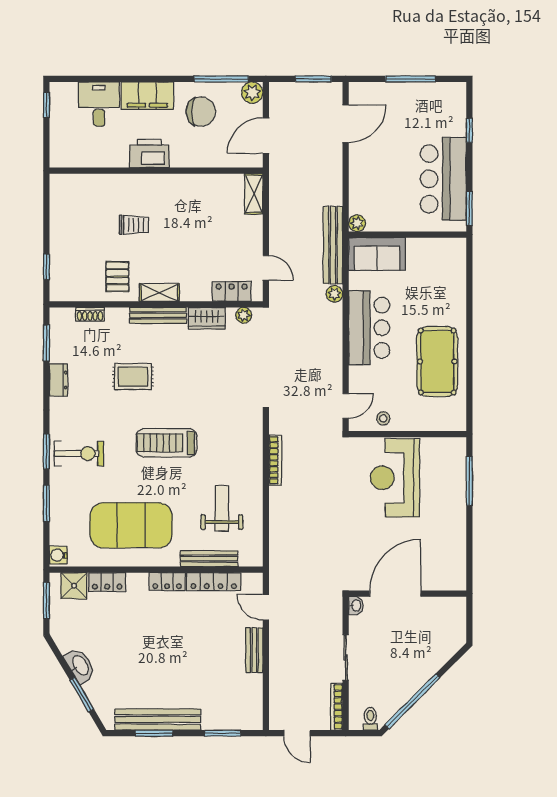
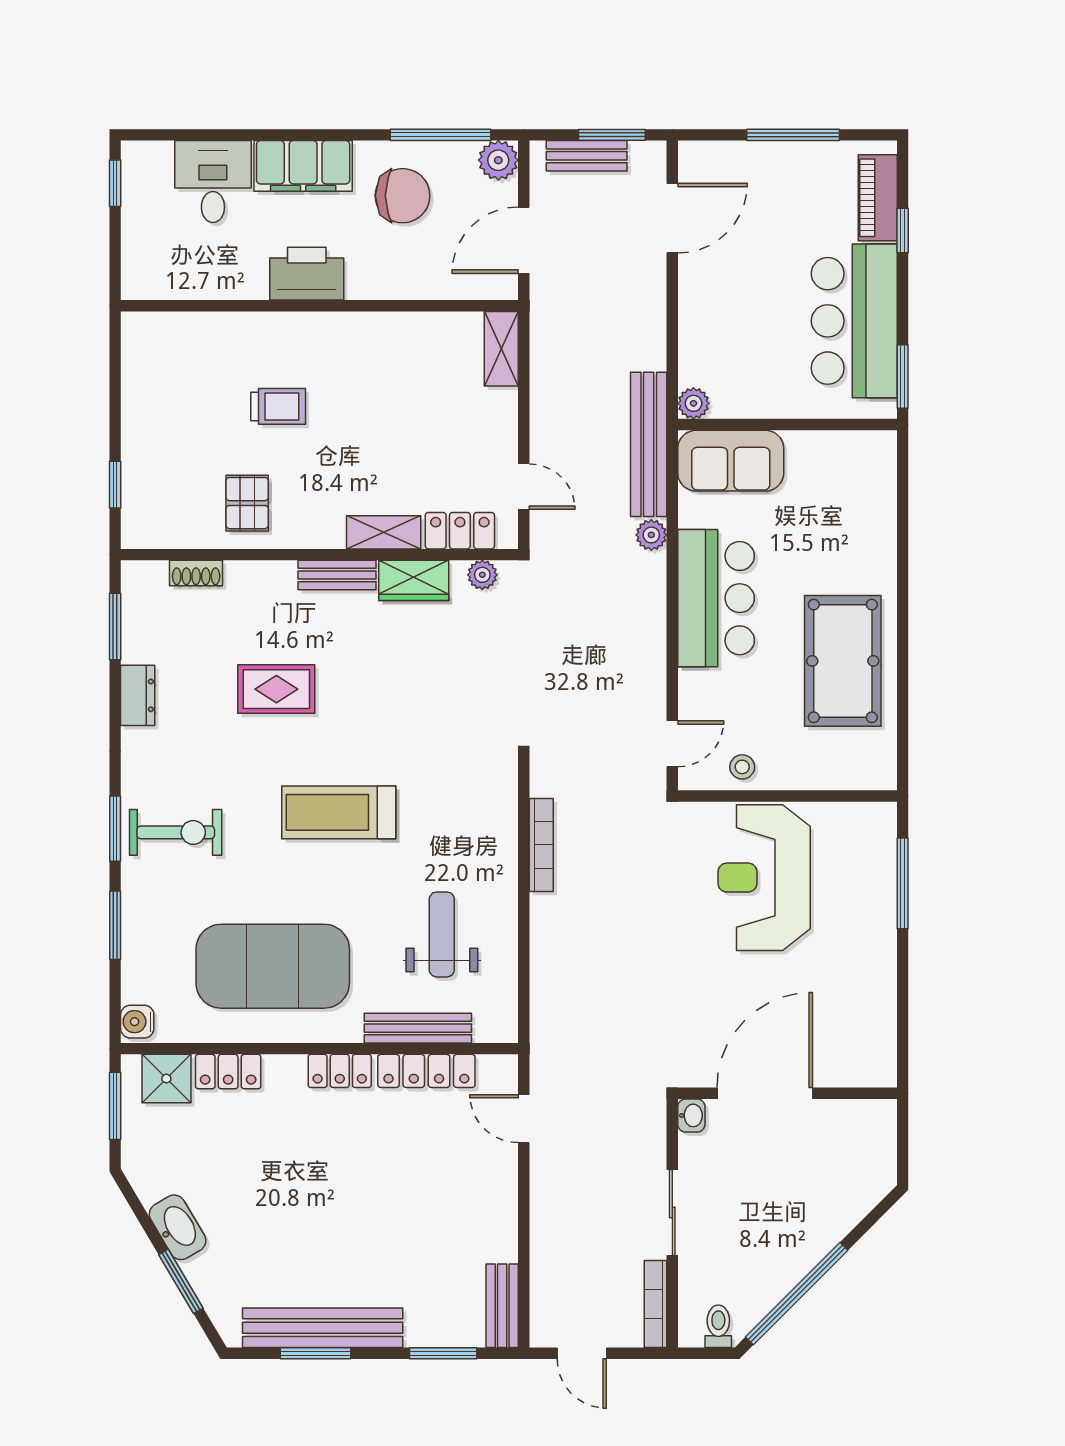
bench: (300, 90) -> (587, 156), added
piano: (456, 113) -> (878, 198), added
shelving: (159, 292) -> (384, 532), moved
bench: (158, 315) -> (337, 575), width x0.73
bench: (254, 650) -> (502, 1306), moved

